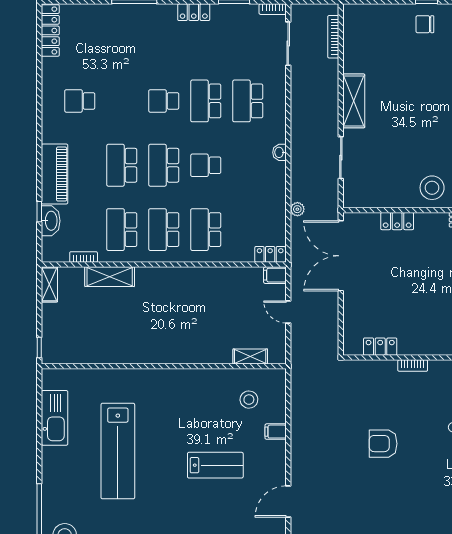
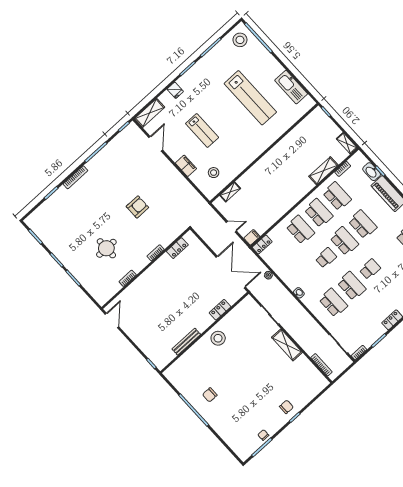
filing cabinet: (276, 432) -> (186, 166), width x2.00
lab bench: (118, 451) -> (250, 98), turned 180
lab bench: (215, 465) -> (202, 131), turned -90

